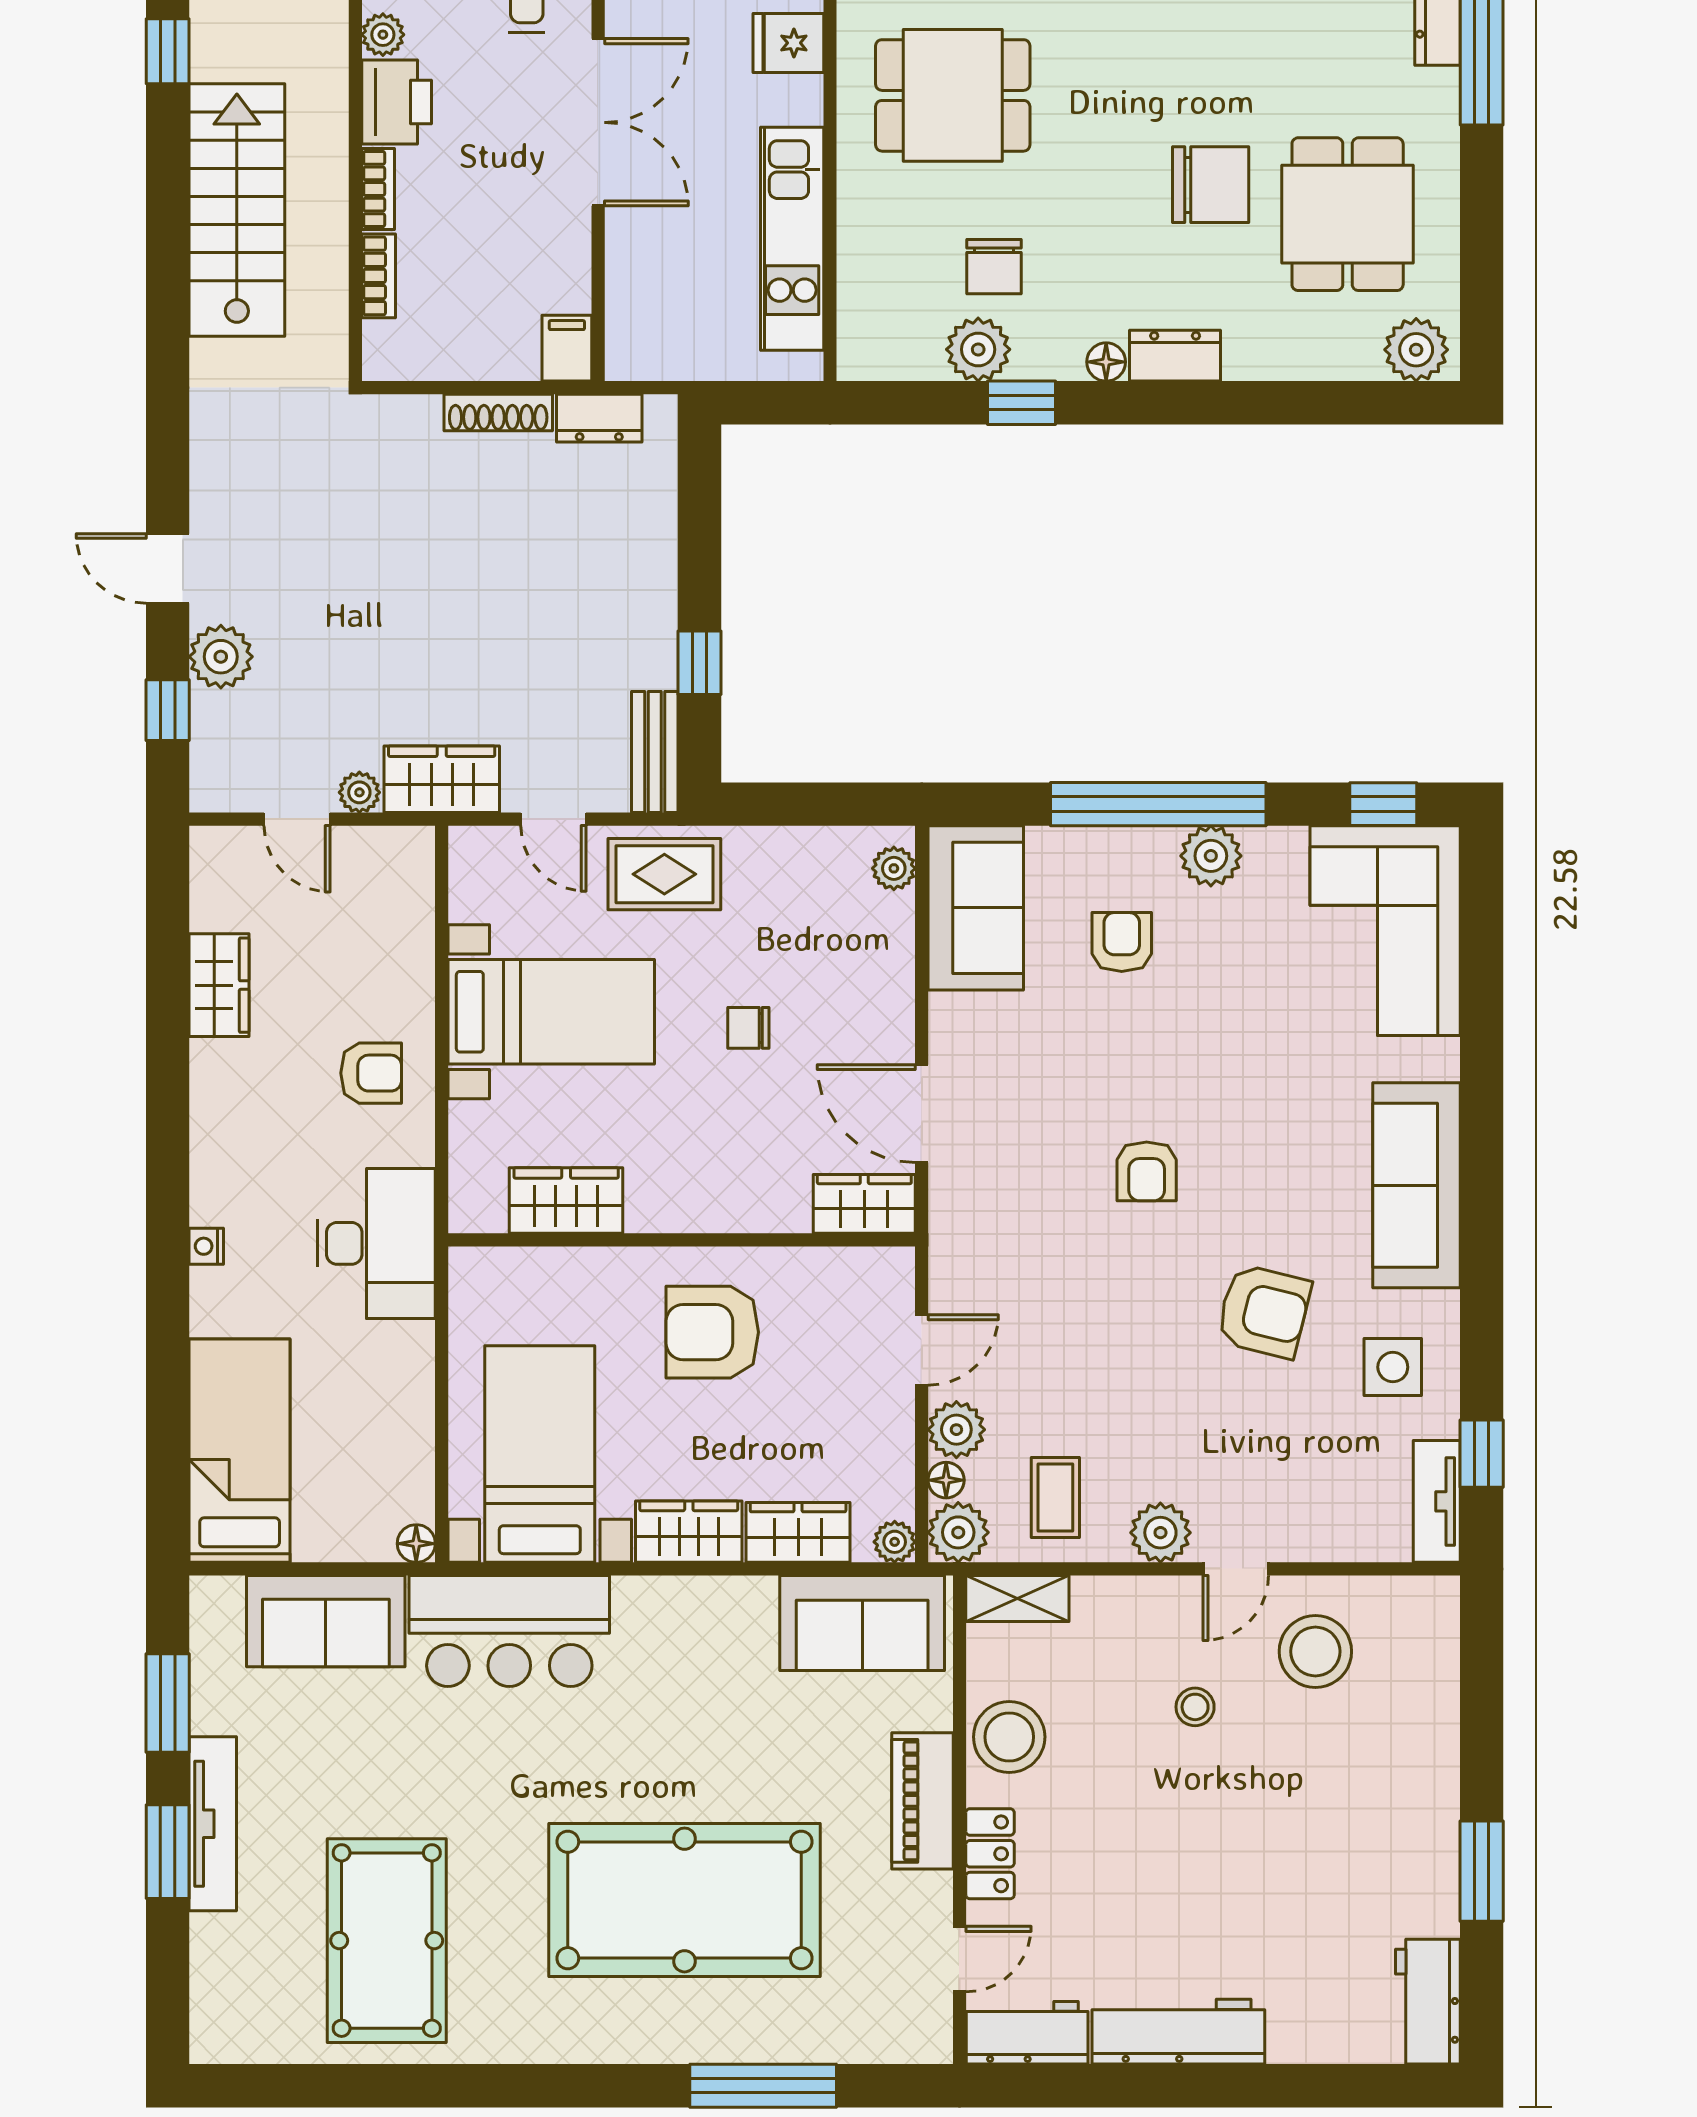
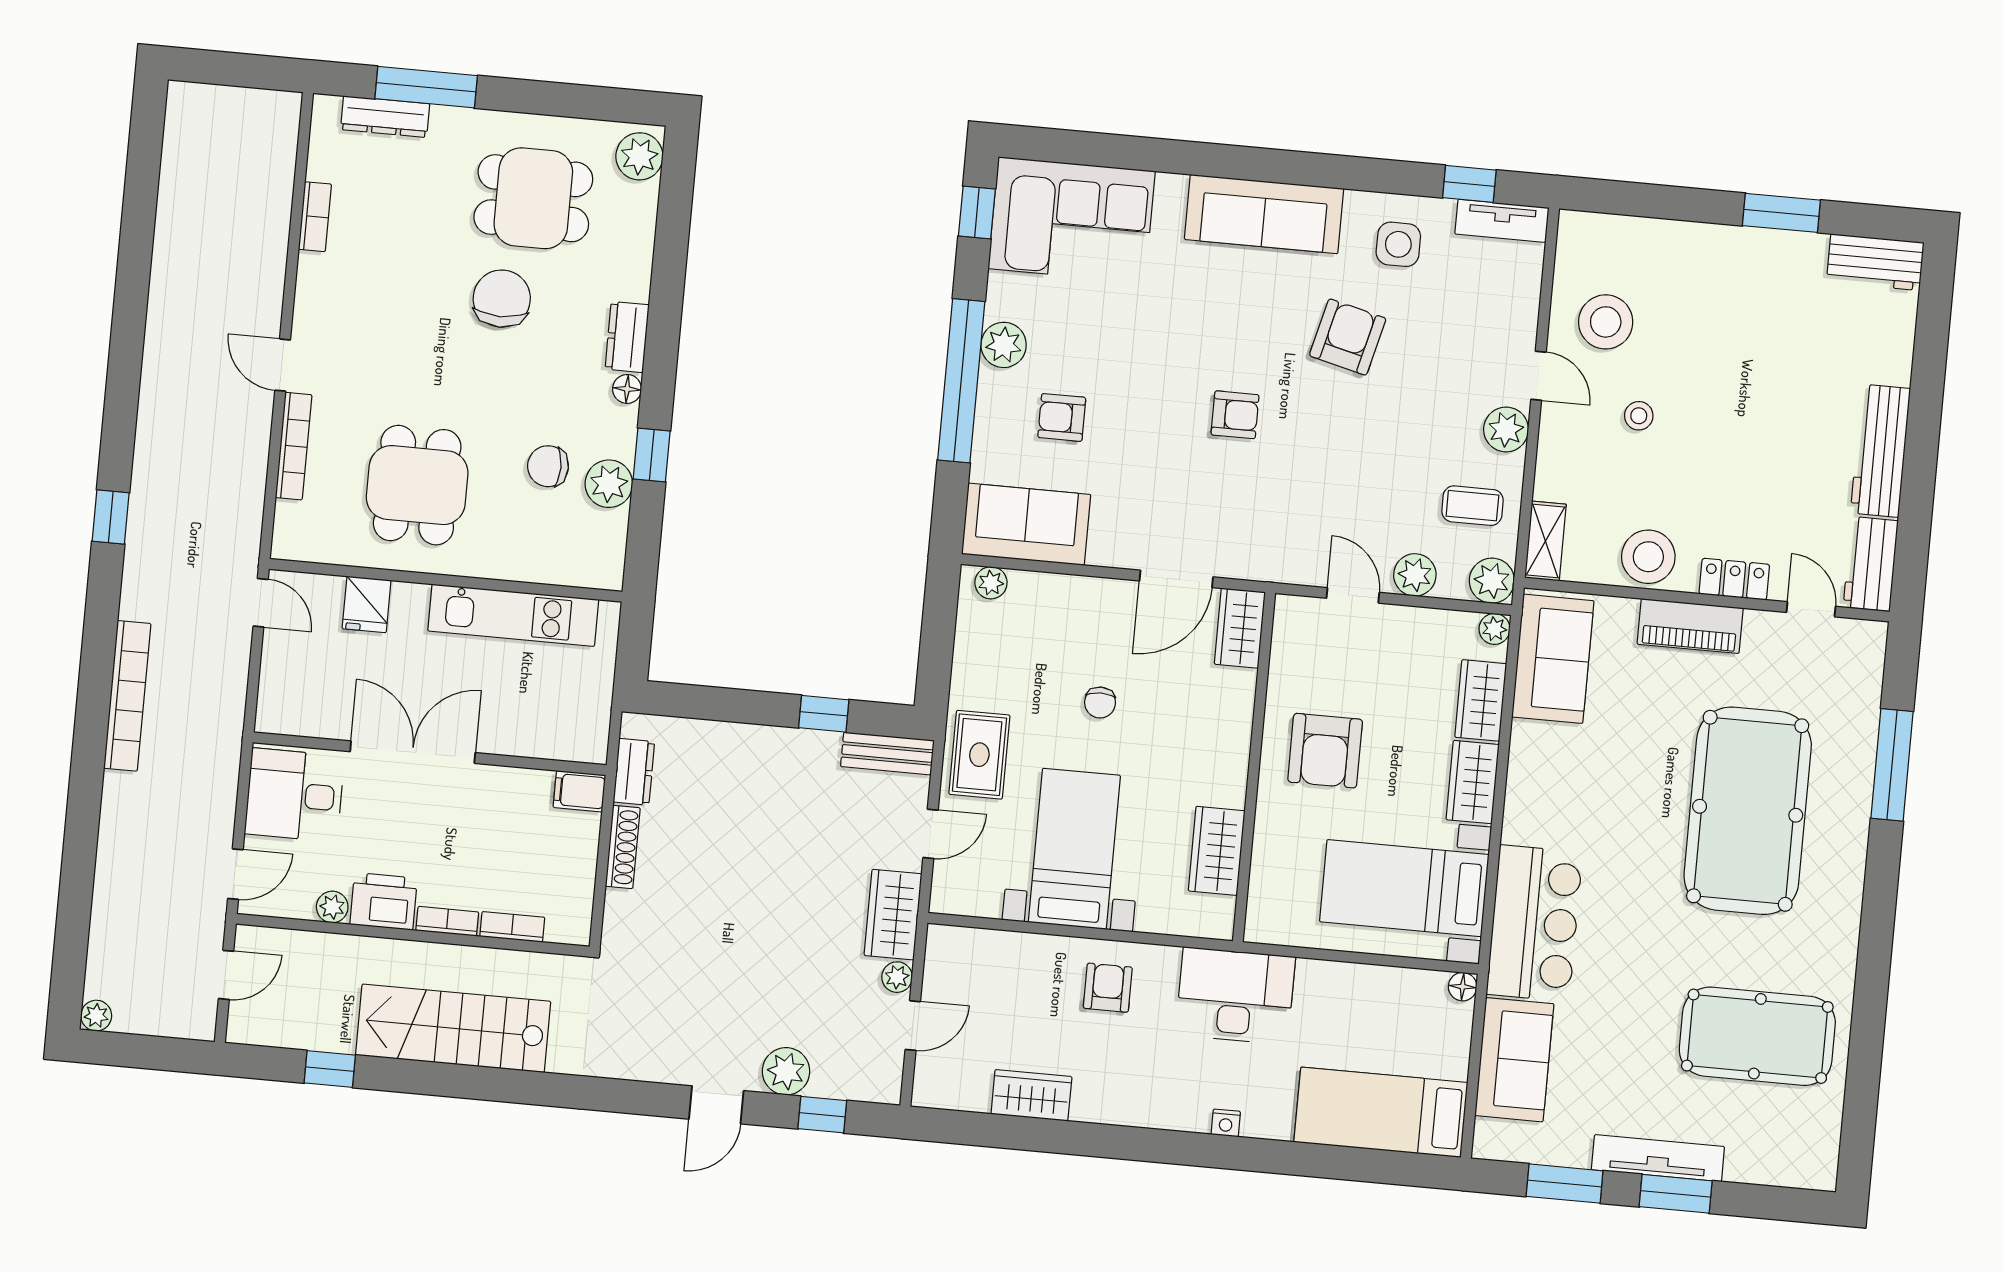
chair: (994, 267) -> (548, 466), turned 180
floor lamp: (946, 1480) -> (1452, 586), removed

